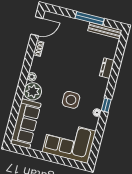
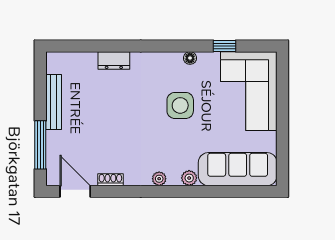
window: (90, 18) -> (40, 145), moved
bench: (105, 30) -> (54, 102), moved
plant: (33, 91) -> (189, 178), width x0.53, depth x0.53
window: (106, 105) -> (224, 46), moved

